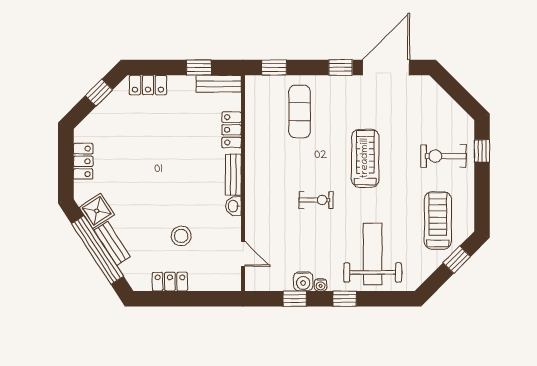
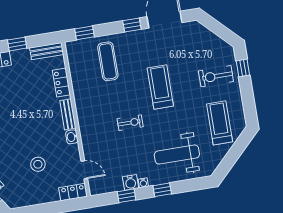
window: (199, 68) -> (17, 44), moved
weight bench: (373, 254) -> (177, 155), turned -90
window: (457, 260) -> (238, 149), removed
locker: (170, 282) -> (73, 192), moved

